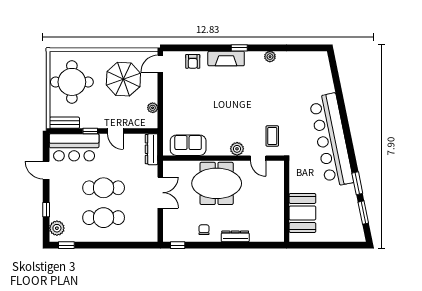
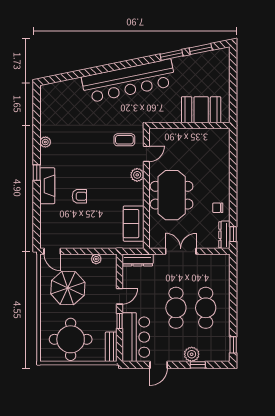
armchair: (193, 61) -> (79, 196), moved
plant: (57, 228) -> (192, 354), moved
dresser: (235, 236) -> (224, 235), moved

